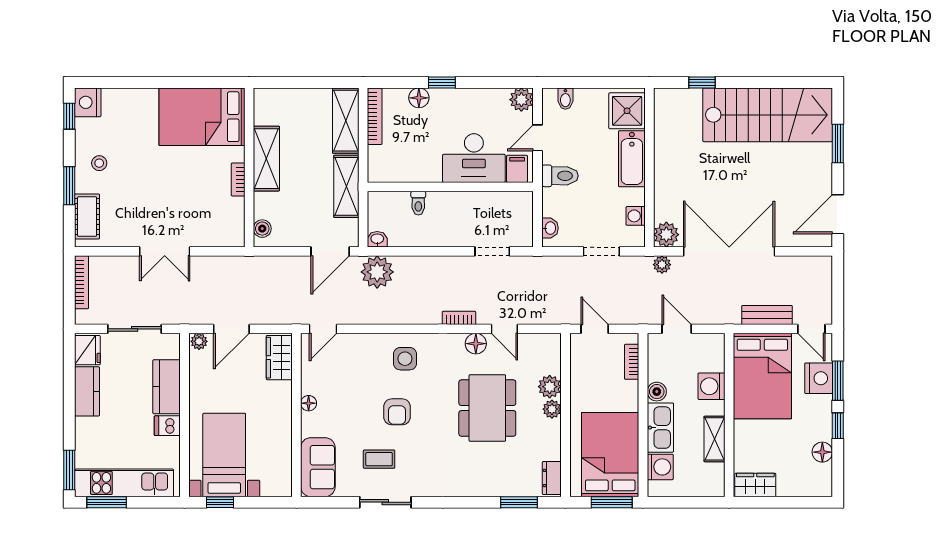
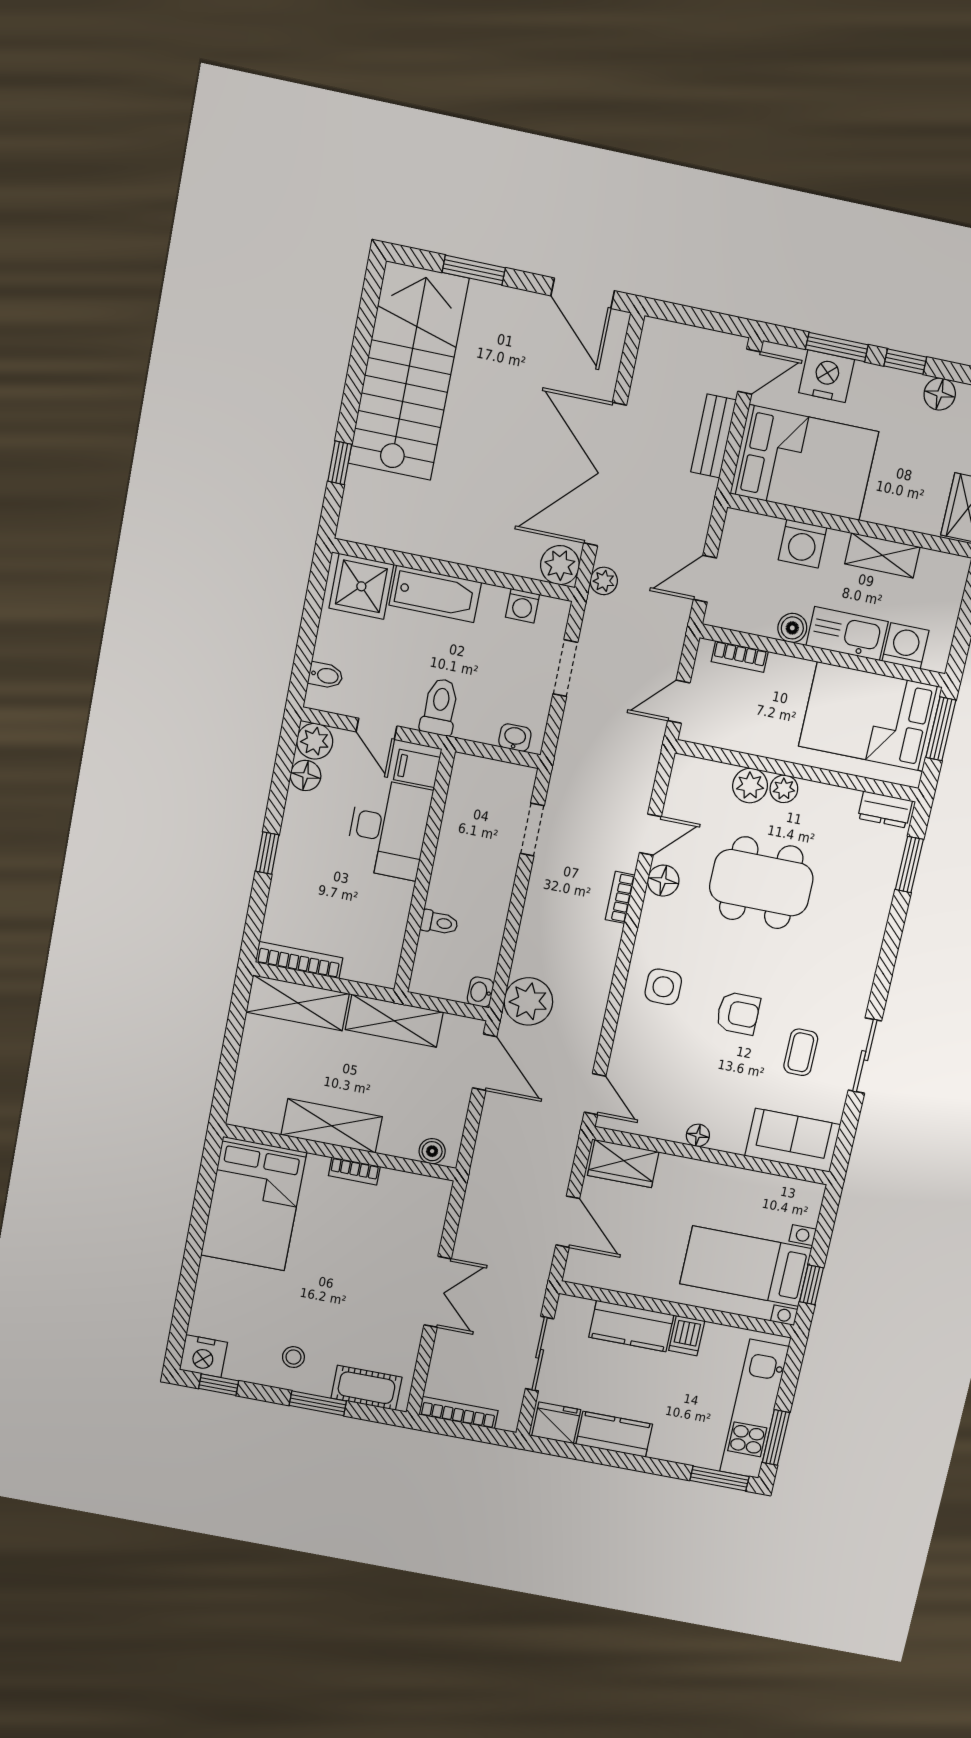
floor lamp: (419, 98) -> (306, 775), moved
plant: (199, 341) -> (576, 1270), removed

